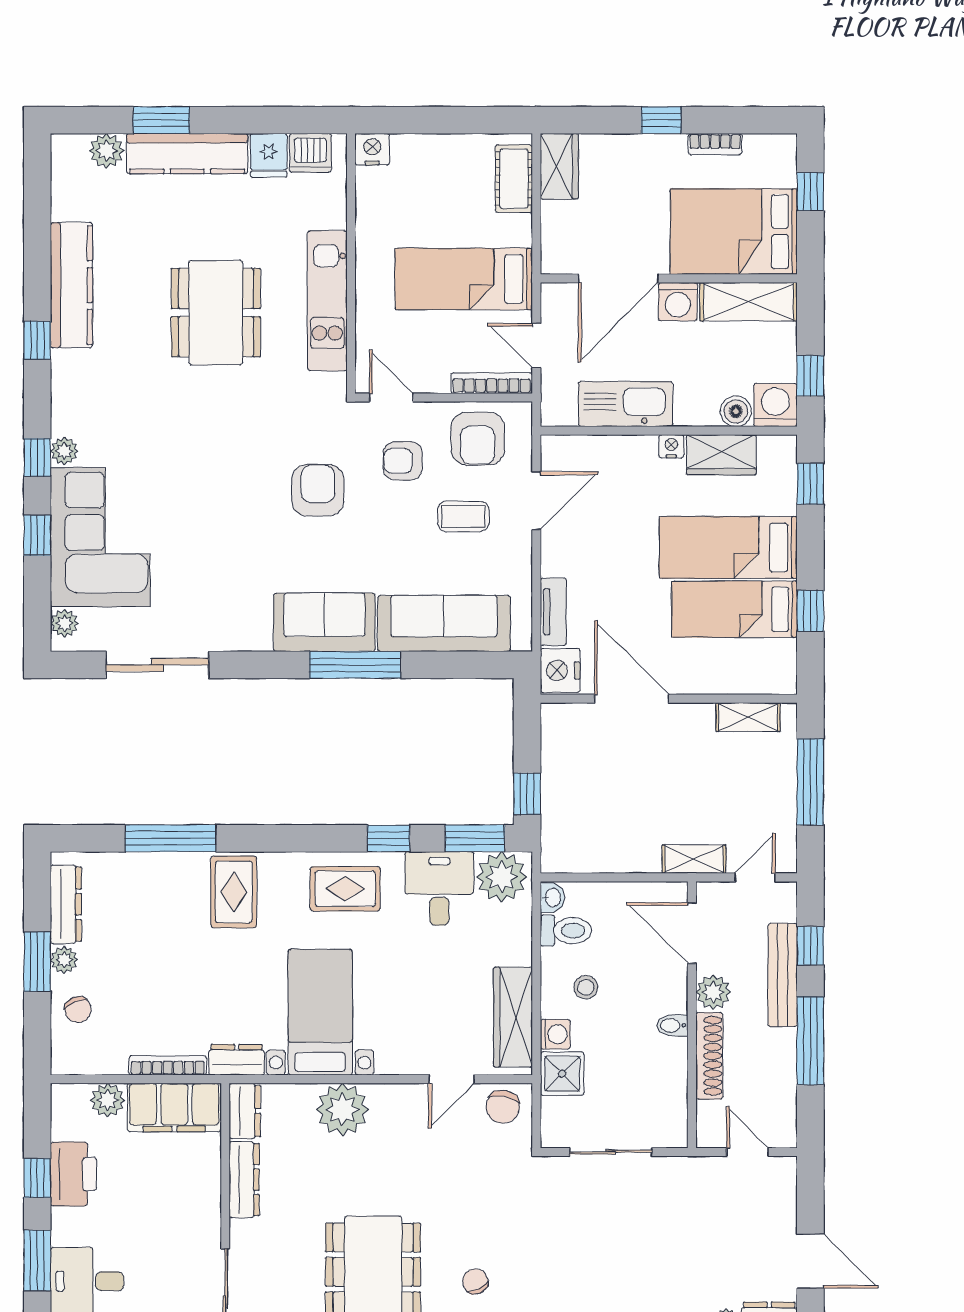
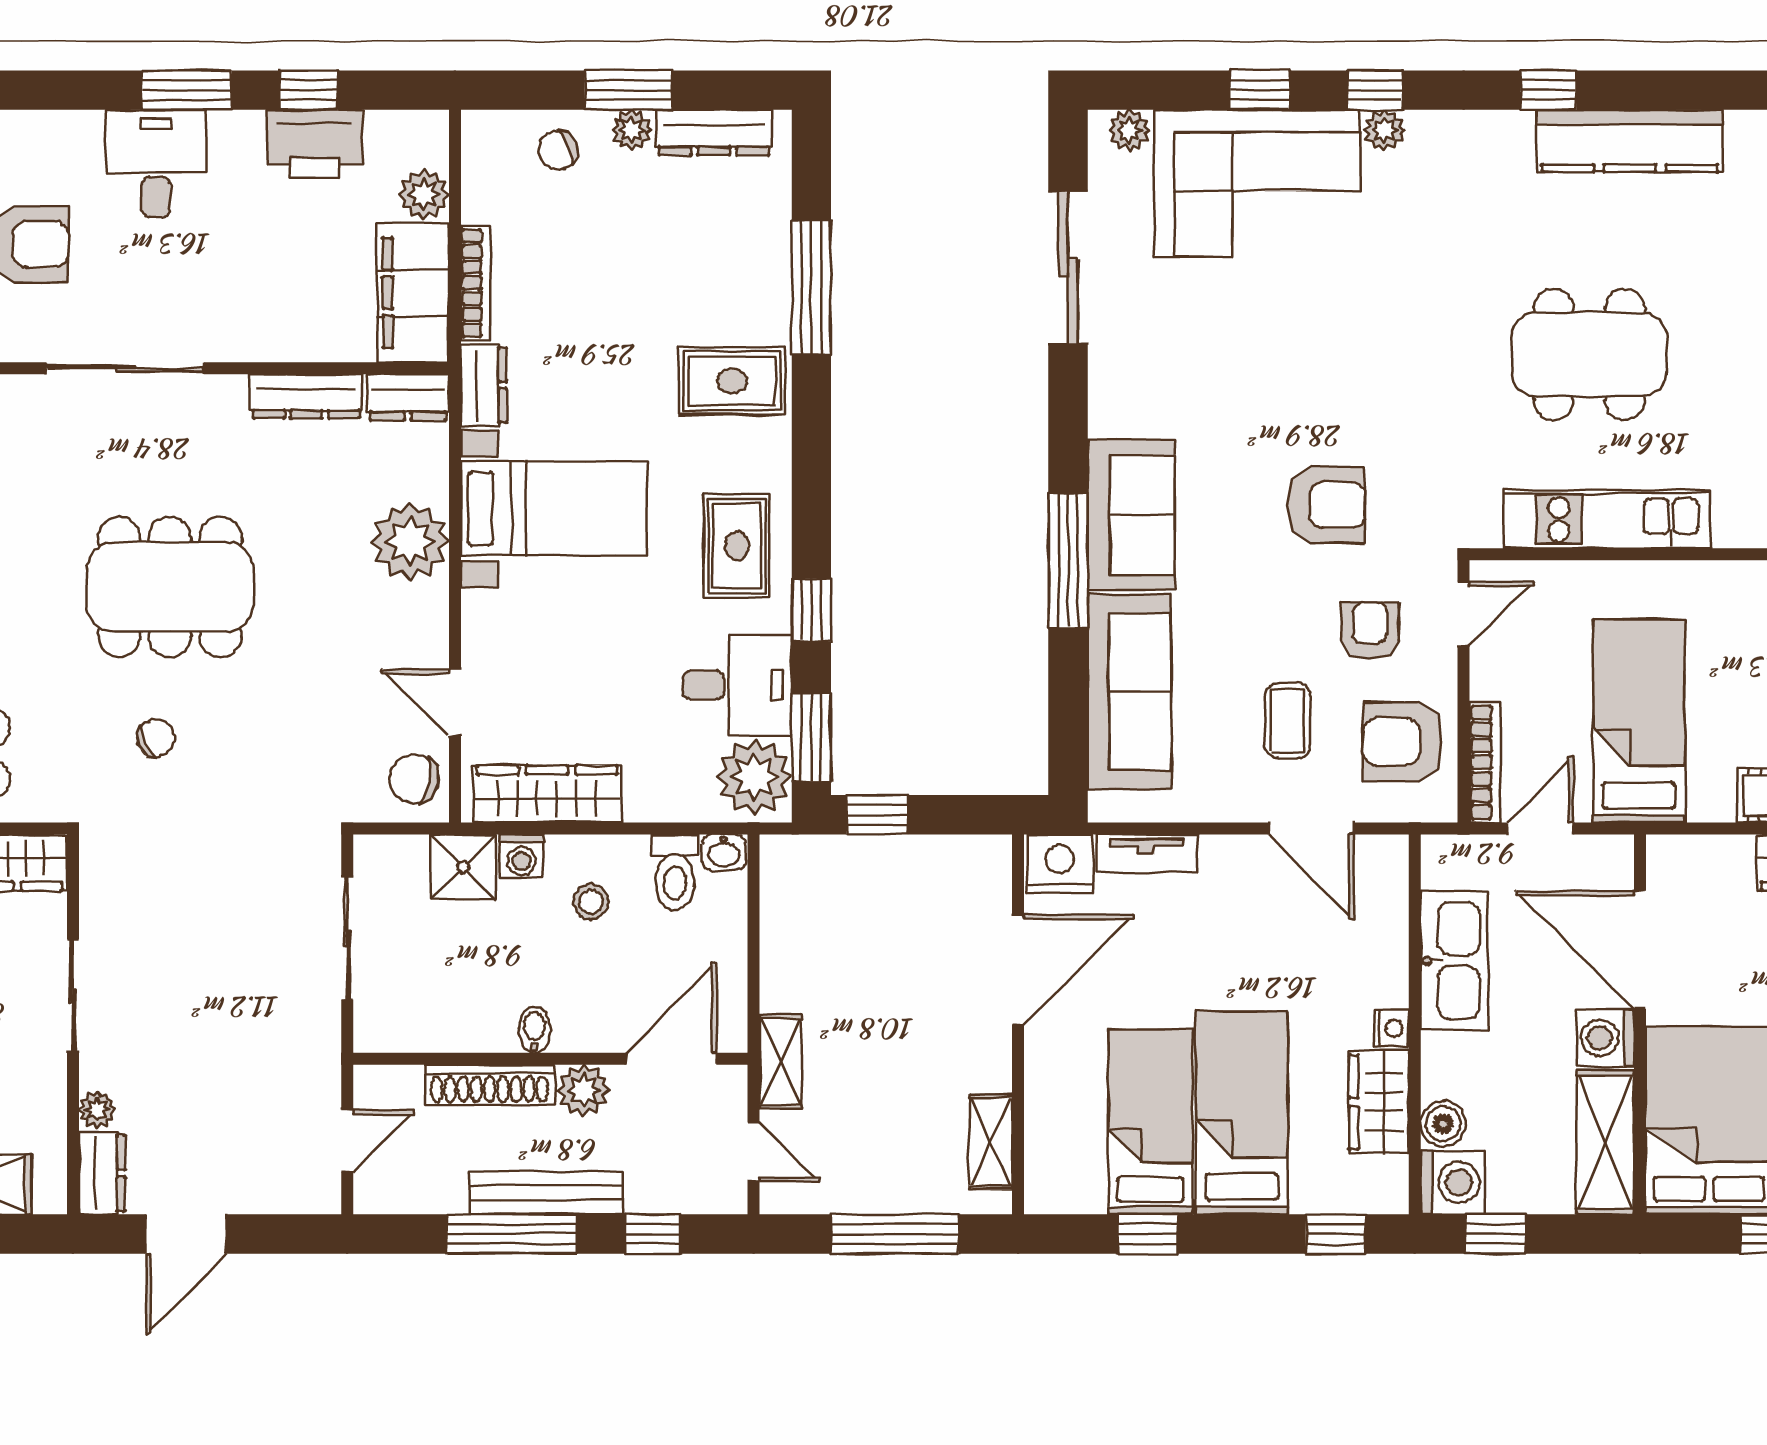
bench: (783, 975) -> (546, 1193), moved

